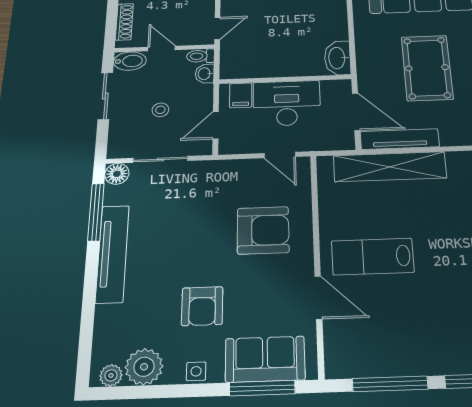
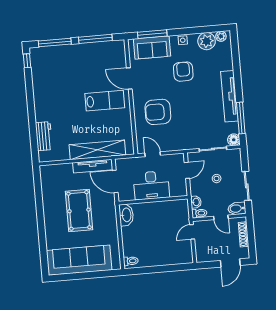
filing cabinet: (241, 95) -> (176, 189), removed

